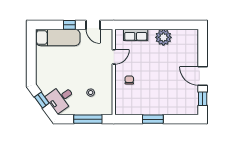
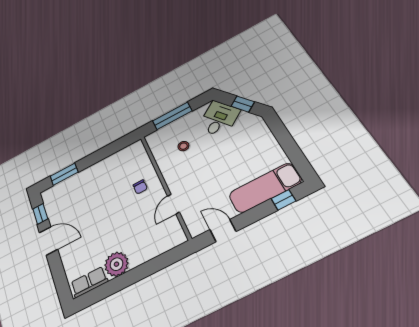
window: (69, 25) -> (283, 200), moved
row of seats: (136, 35) -> (89, 282), moved
window: (153, 119) -> (64, 174), moved

